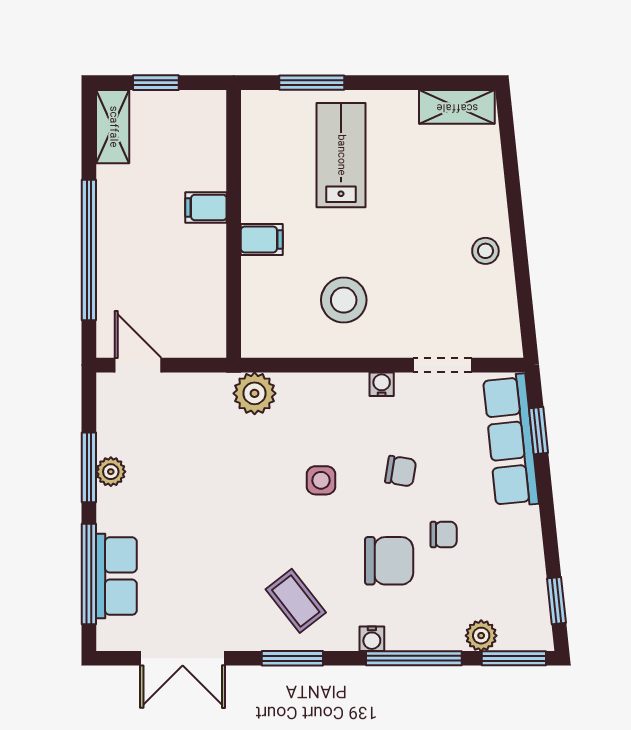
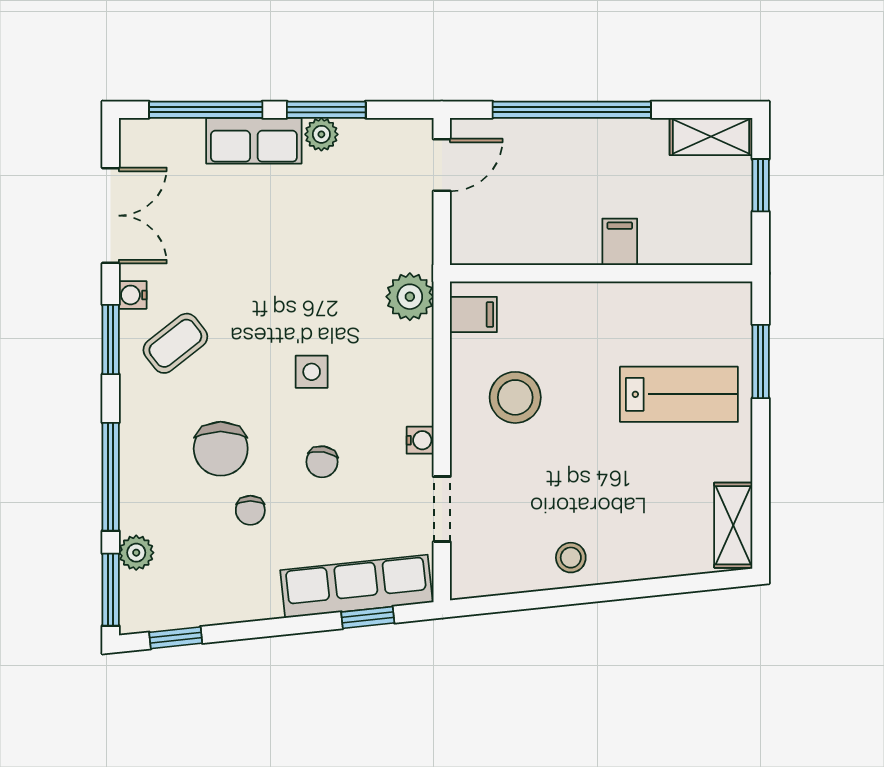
filing cabinet: (262, 239) -> (473, 315), moved, turned -90
row of seats: (116, 576) -> (254, 141), moved
water cooler: (372, 639) -> (133, 295), moved
double door: (183, 658) -> (111, 216), swing flipped

